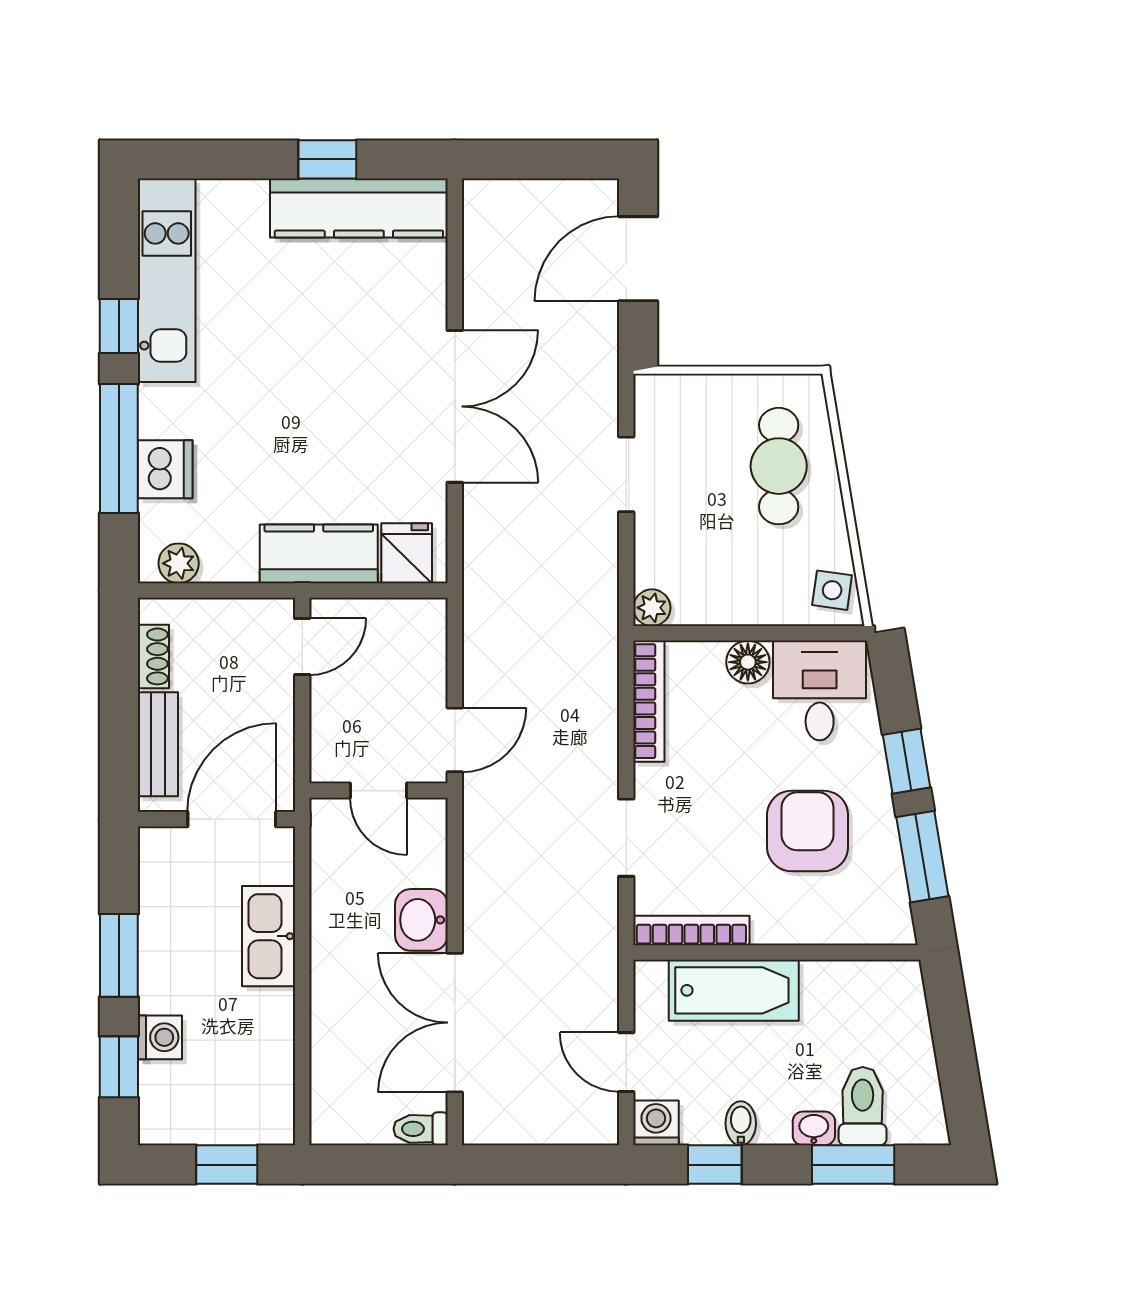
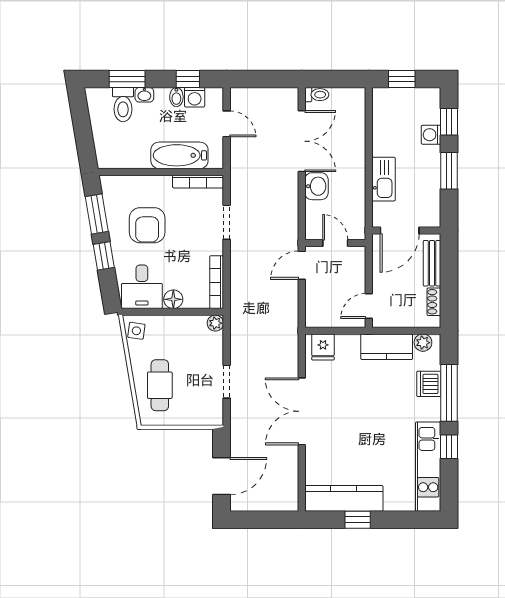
kitchen counter: (319, 554) -> (387, 347), moved
washing machine: (656, 1123) -> (195, 97), moved

